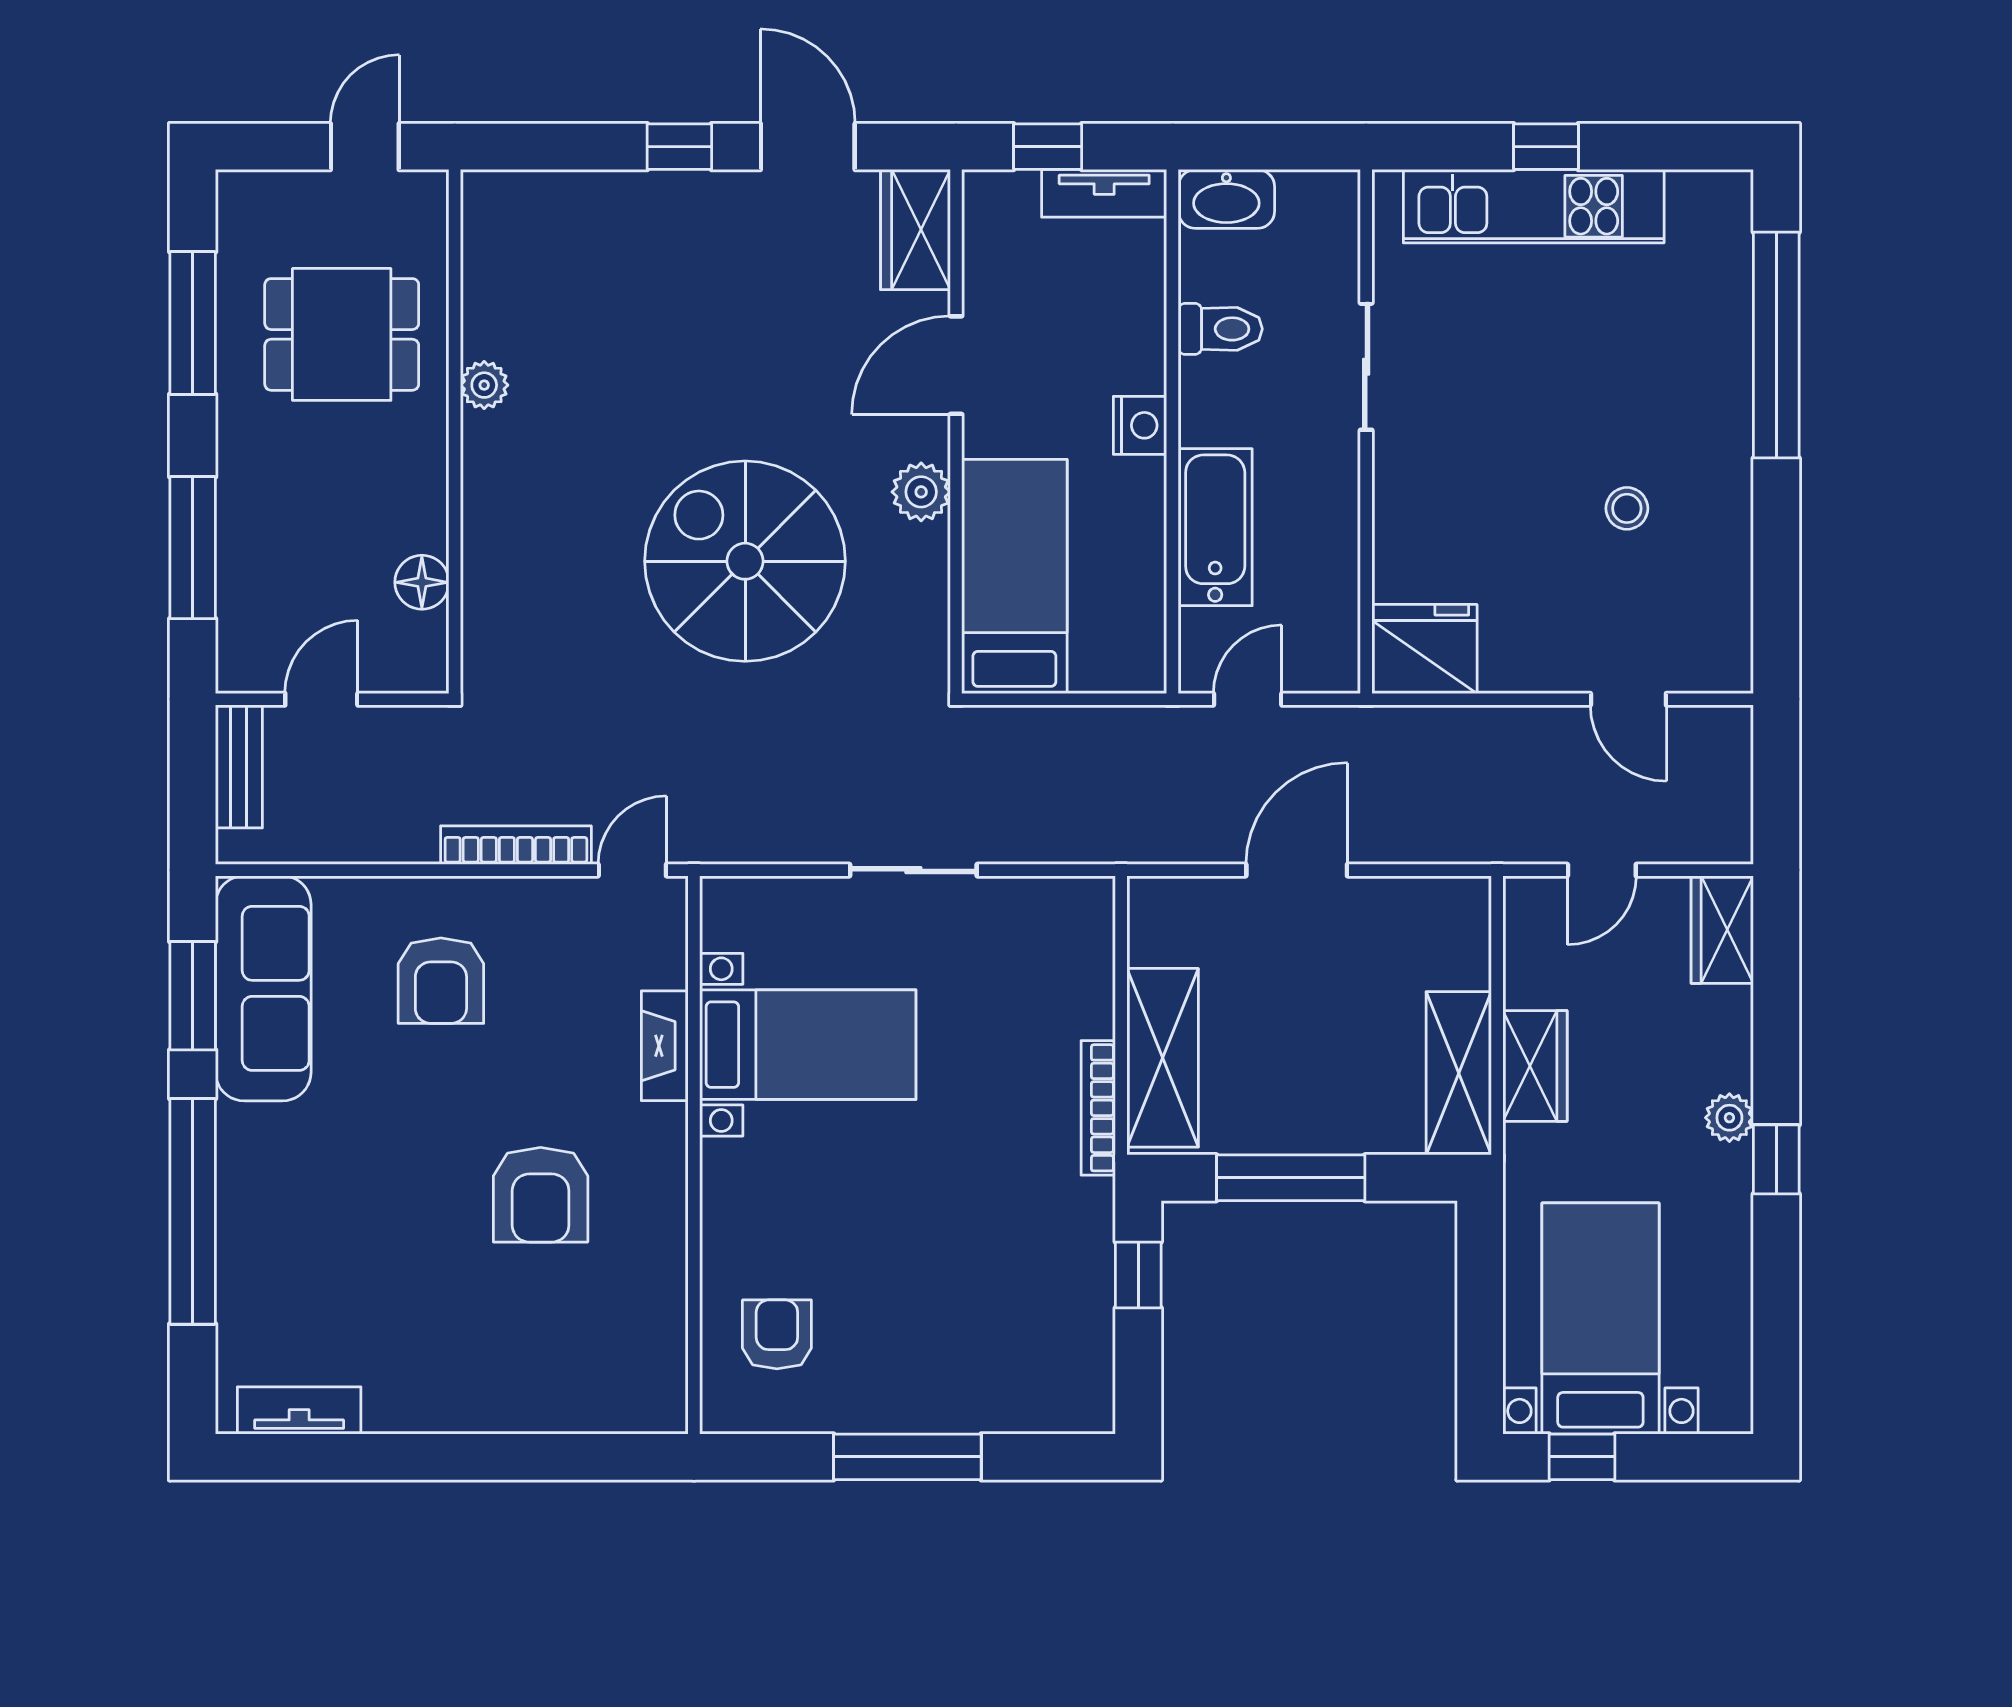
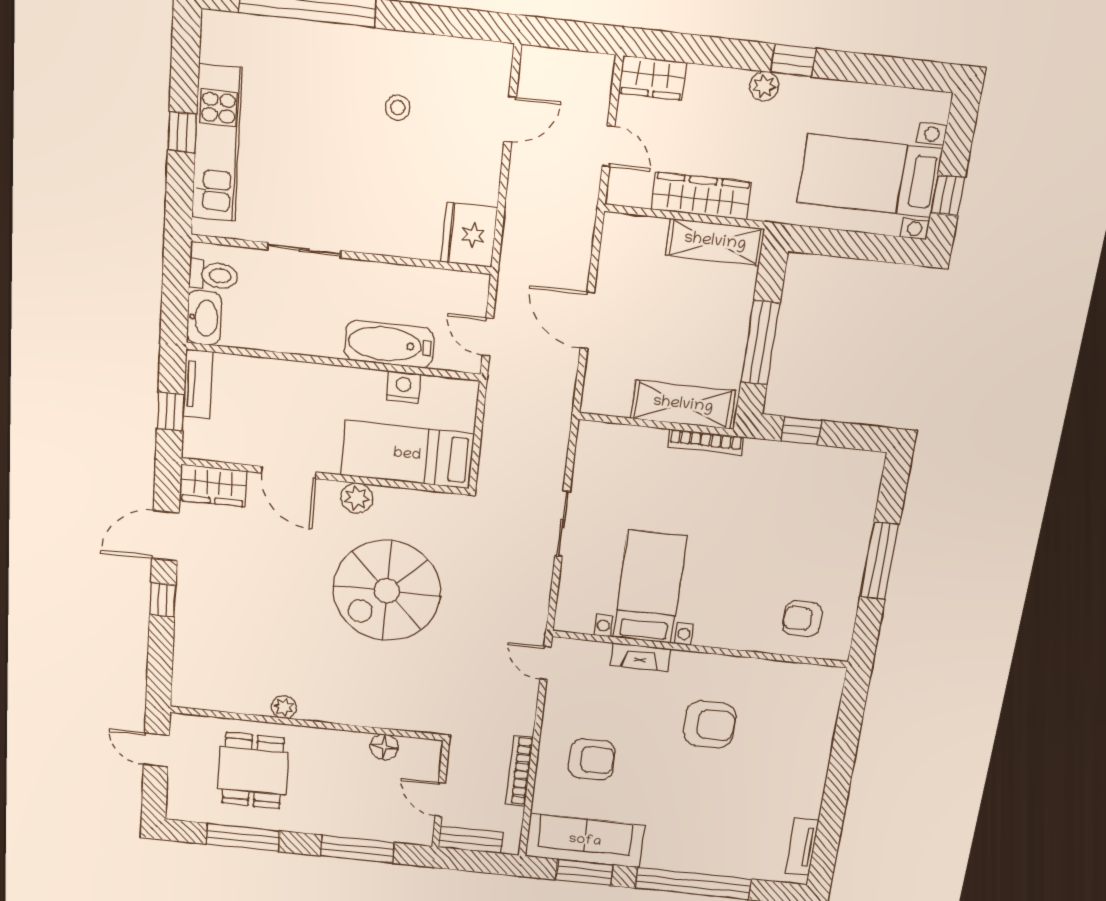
toilet: (1220, 329) -> (213, 275), moved, turned 90
nightstand: (1140, 425) -> (403, 387), moved
bookcase: (516, 845) -> (519, 771), moved
wardrobe: (1535, 1066) -> (701, 196), width x1.50

